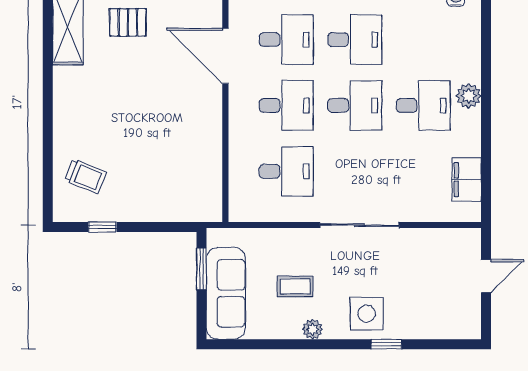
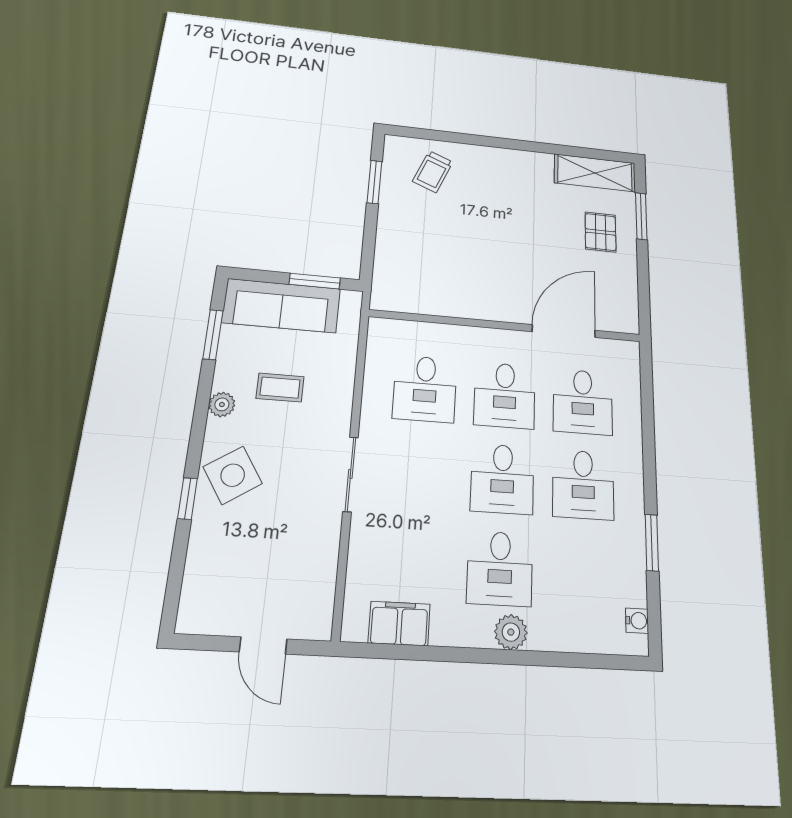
sliding door: (359, 225) -> (350, 474), width x0.73
window: (102, 227) -> (374, 182), width x1.50
coffee table: (295, 286) -> (280, 388), turned 90
side table: (367, 314) -> (233, 475), turned -33
window: (256, 344) -> (213, 335), added

